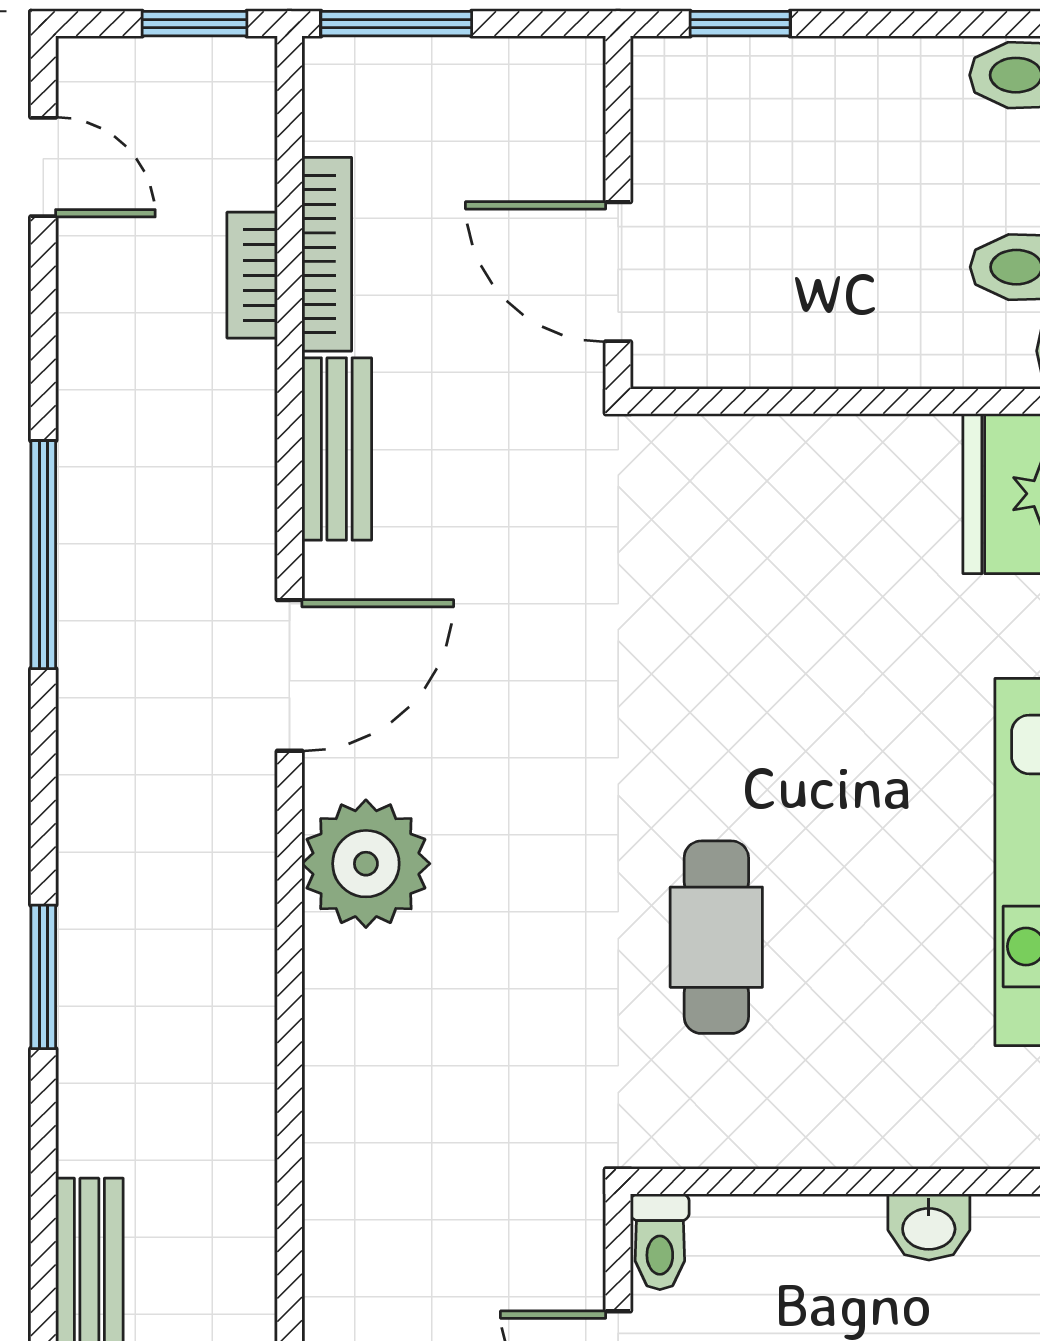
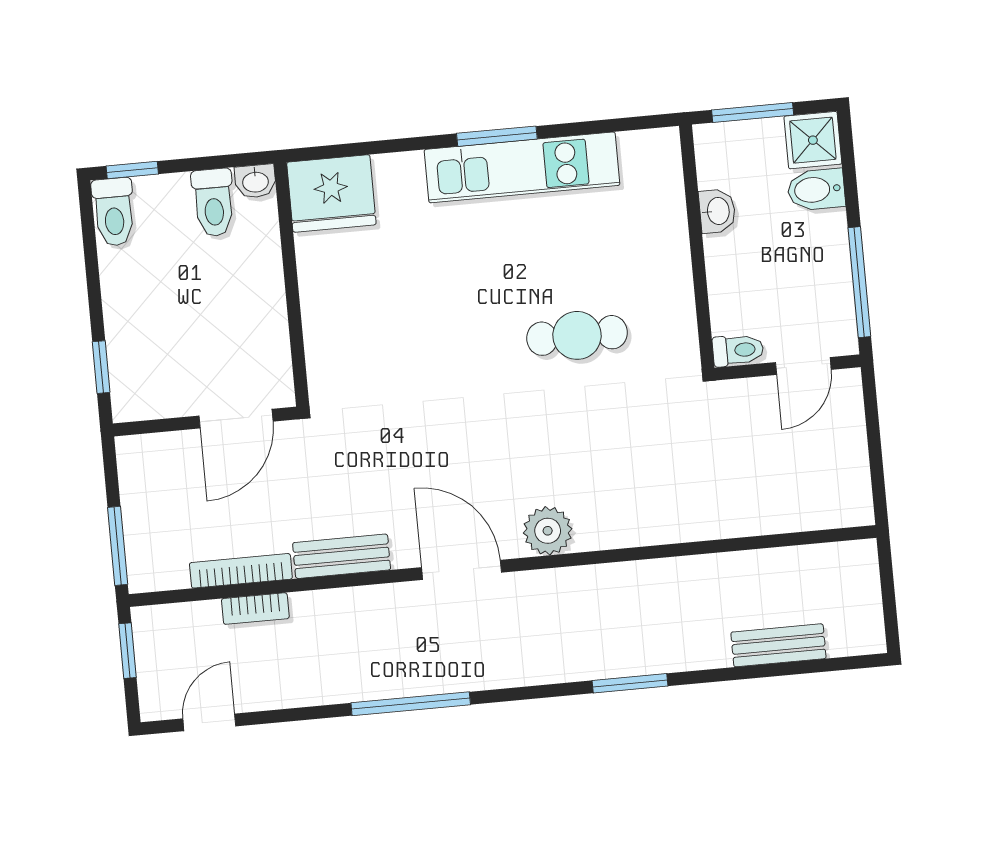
plant: (366, 864) -> (548, 531), width x0.73, depth x0.73

